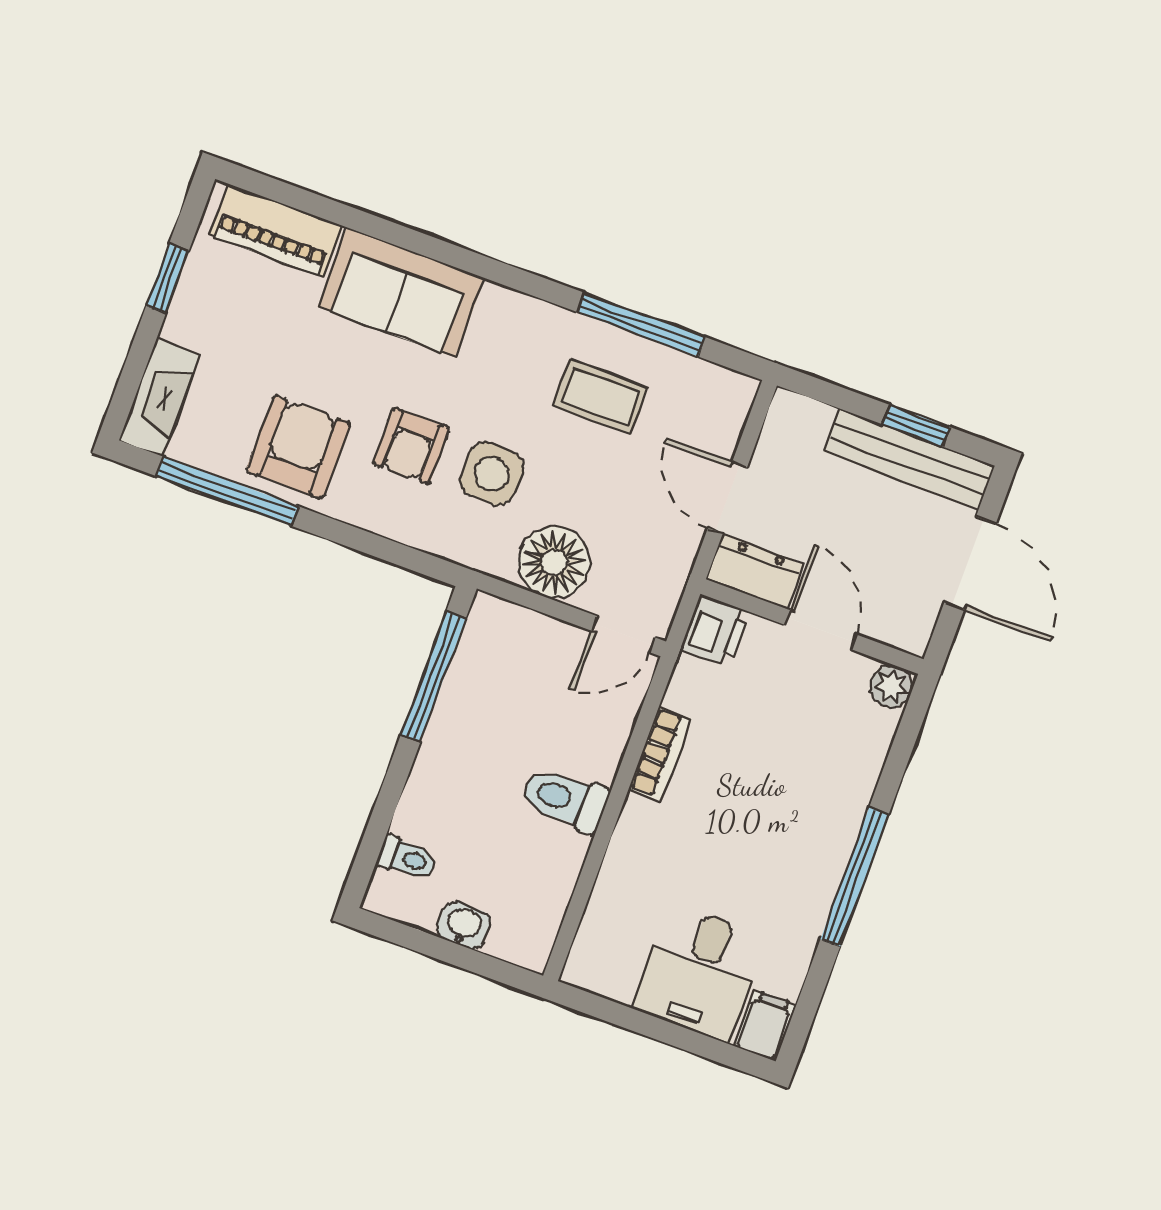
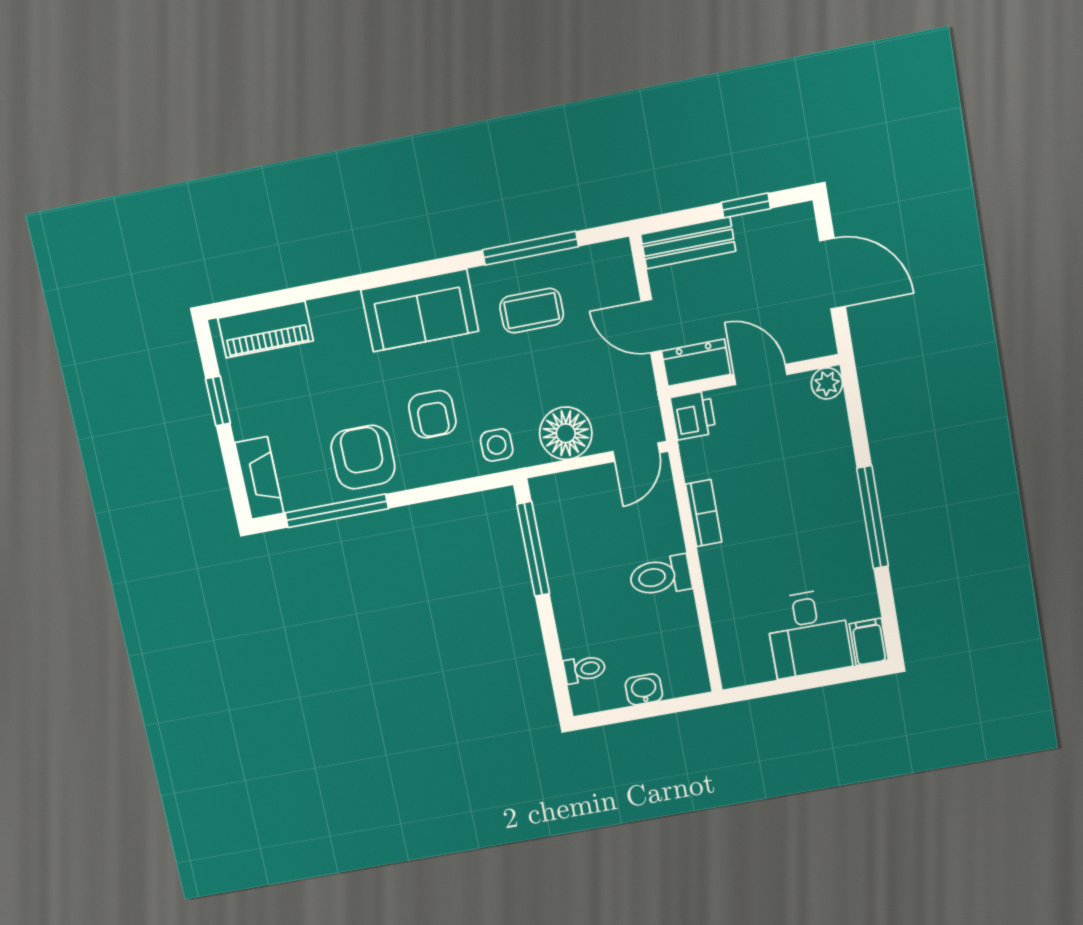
sofa: (401, 292) -> (420, 311), moved
bench: (909, 459) -> (688, 243), moved, width x0.73
side table: (492, 474) -> (497, 445), moved, width x0.73, depth x0.73

